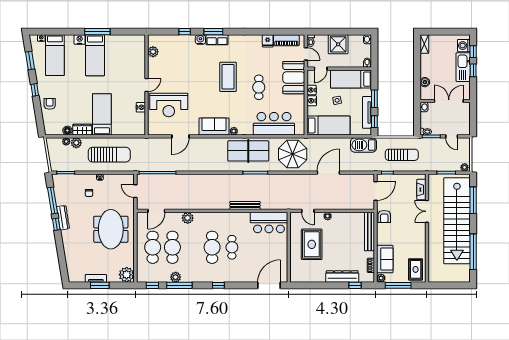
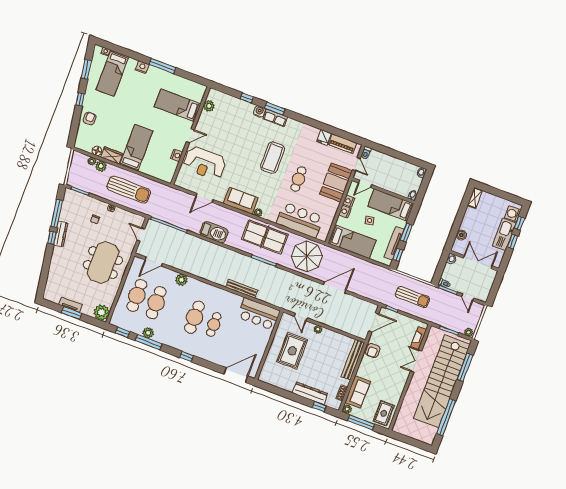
shower: (338, 44) -> (391, 167), removed
bed: (95, 55) -> (178, 105), moved, turned 90
barbecue: (363, 145) -> (214, 232), moved, turned 180

